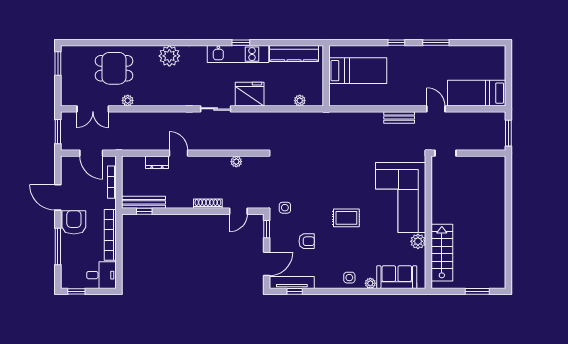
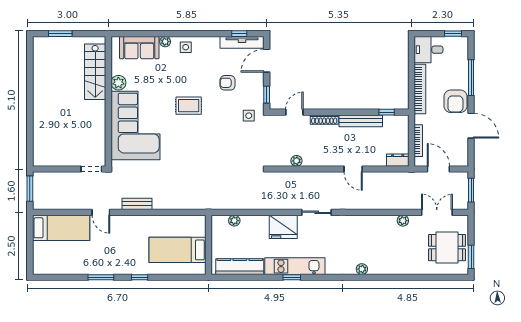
plant: (169, 56) -> (362, 269), width x0.53, depth x0.53
dining table: (114, 68) -> (447, 248), moved
dresser: (157, 162) -> (398, 160), moved
bench: (144, 202) -> (361, 121), moved

